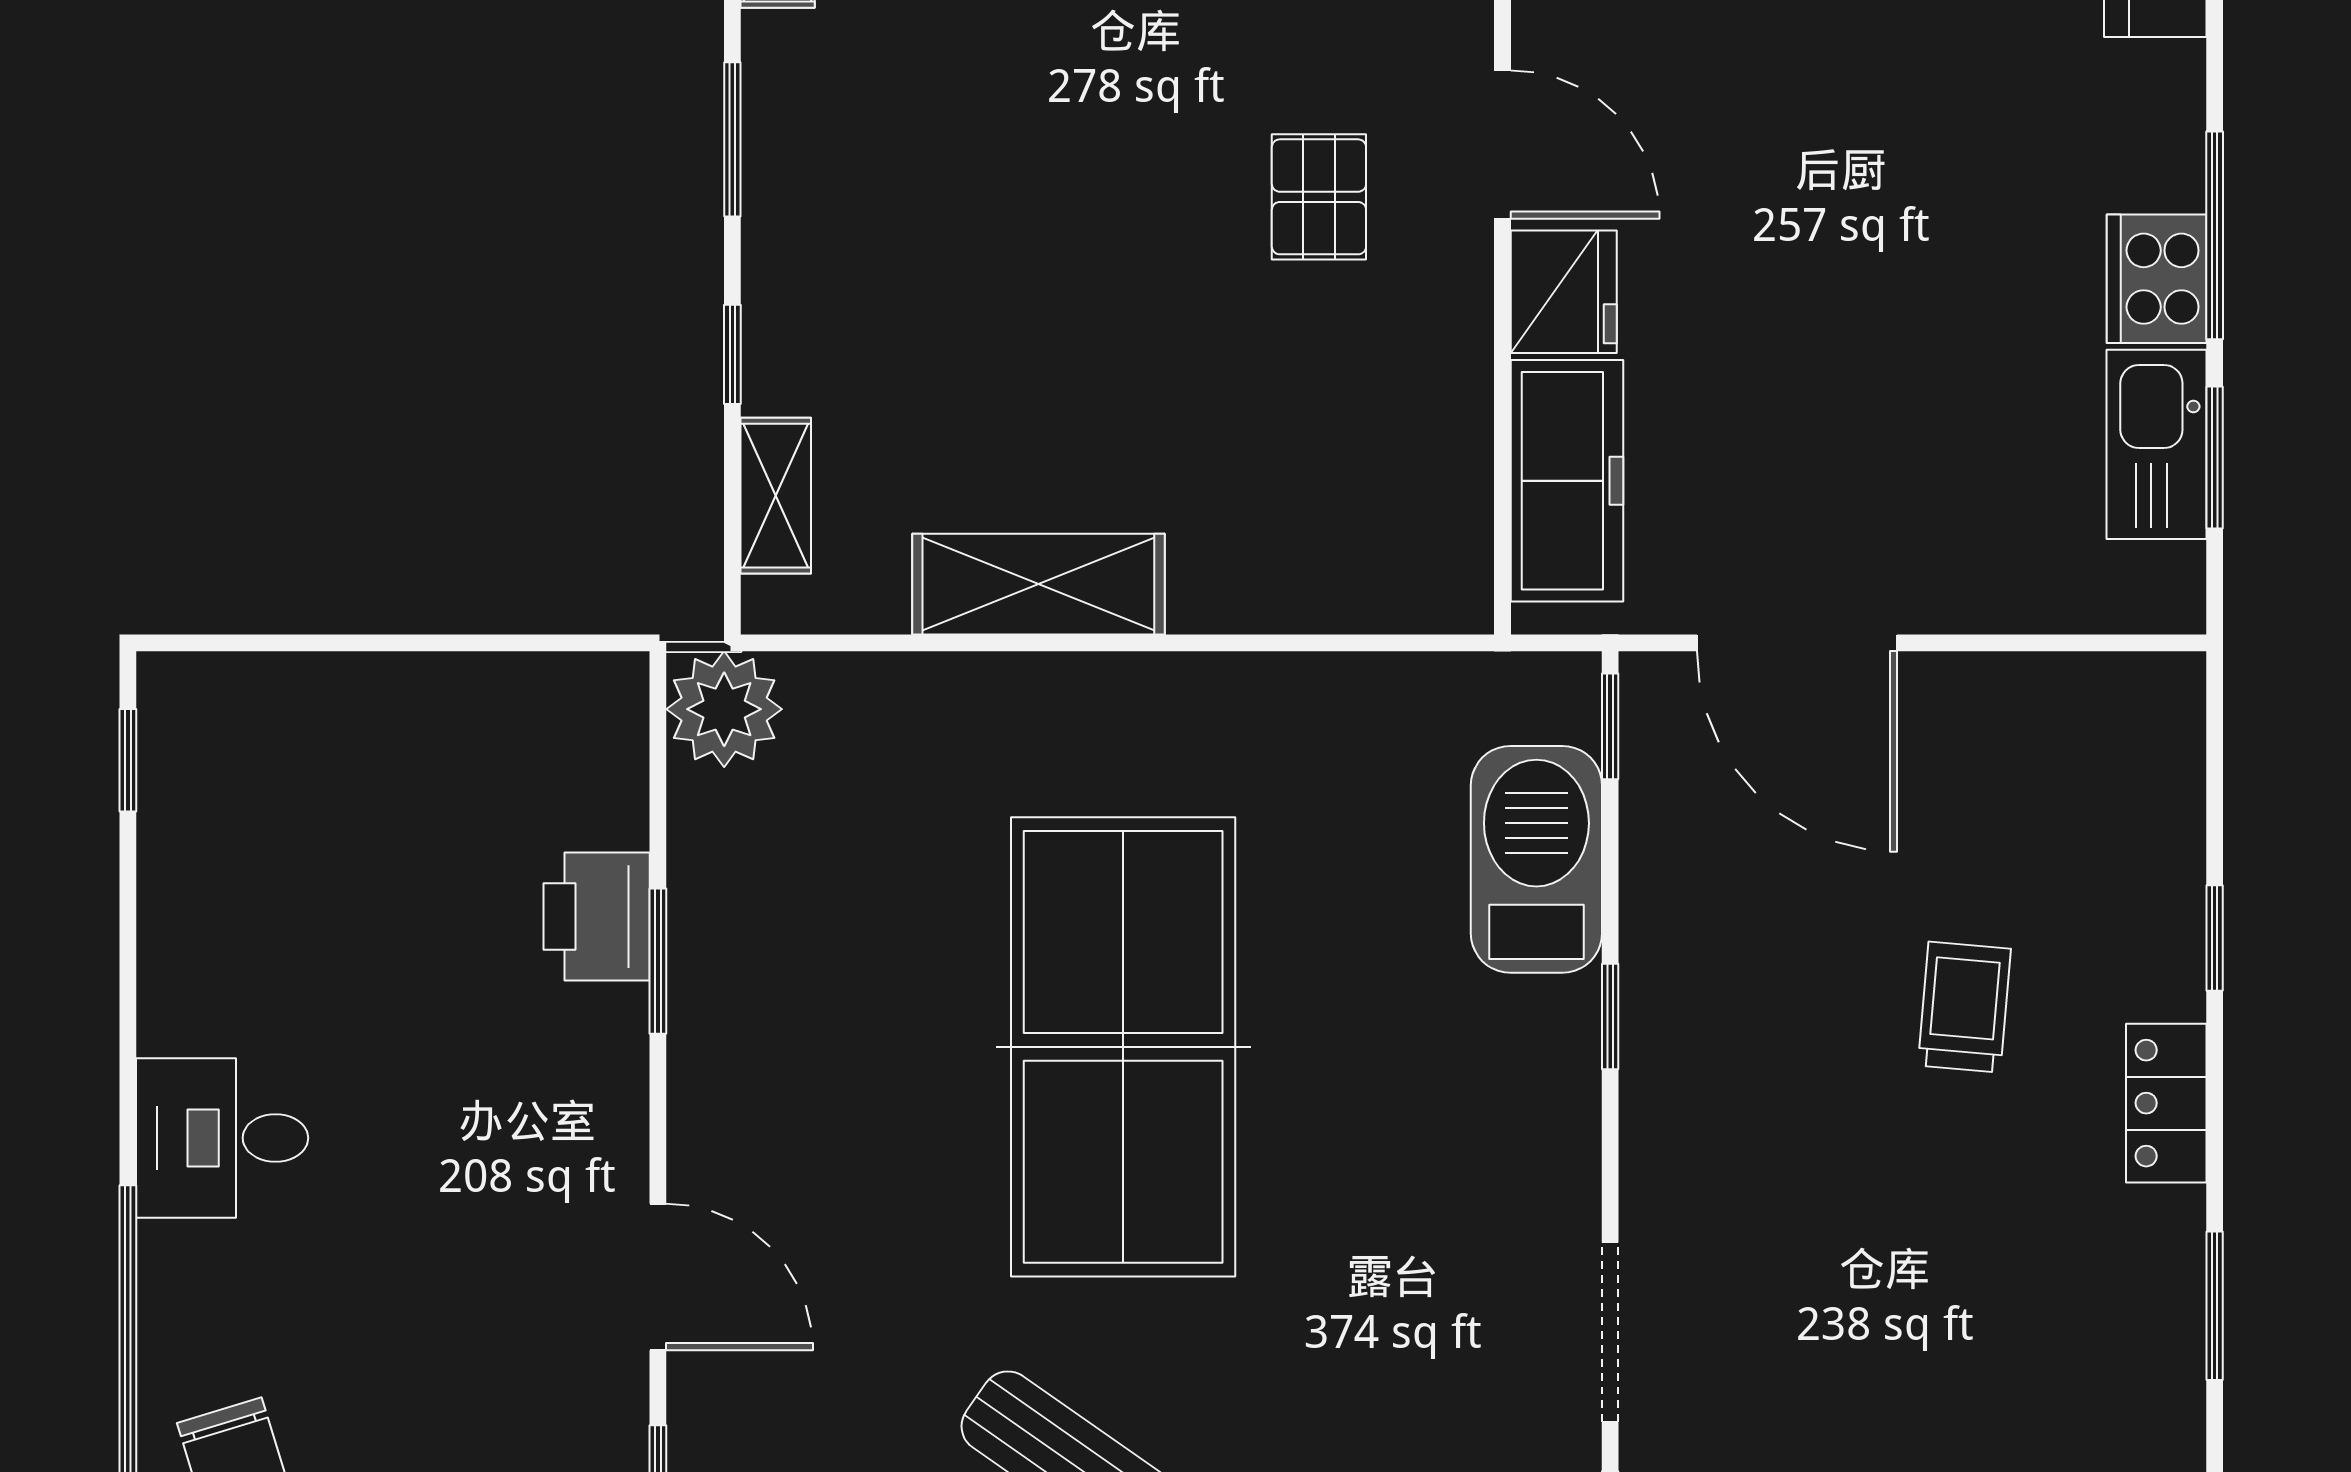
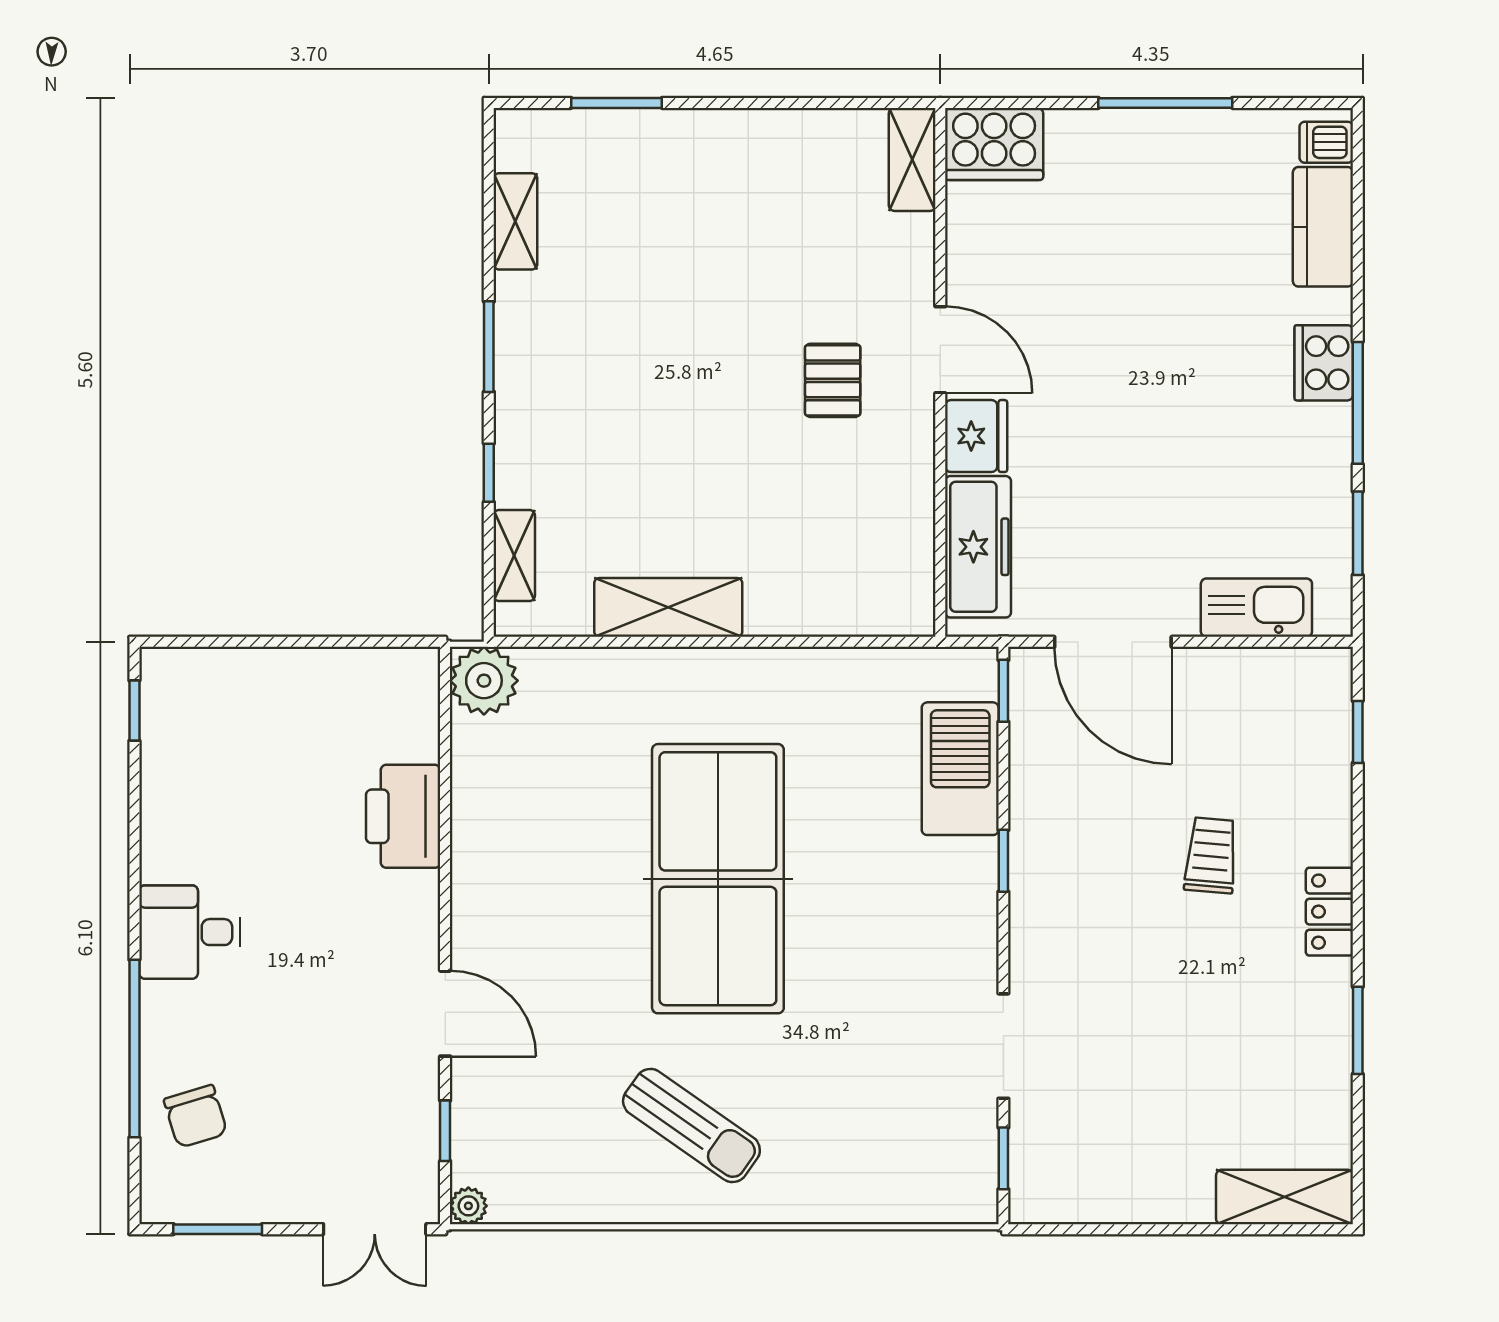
cooker: (2157, 279) -> (1324, 363), moved
kitchen sink: (2156, 444) -> (1256, 608), moved, turned 90
printer: (597, 917) -> (403, 816), width x1.37, depth x1.19
window: (2215, 938) -> (1358, 732), moved
window: (658, 961) -> (445, 828), removed

